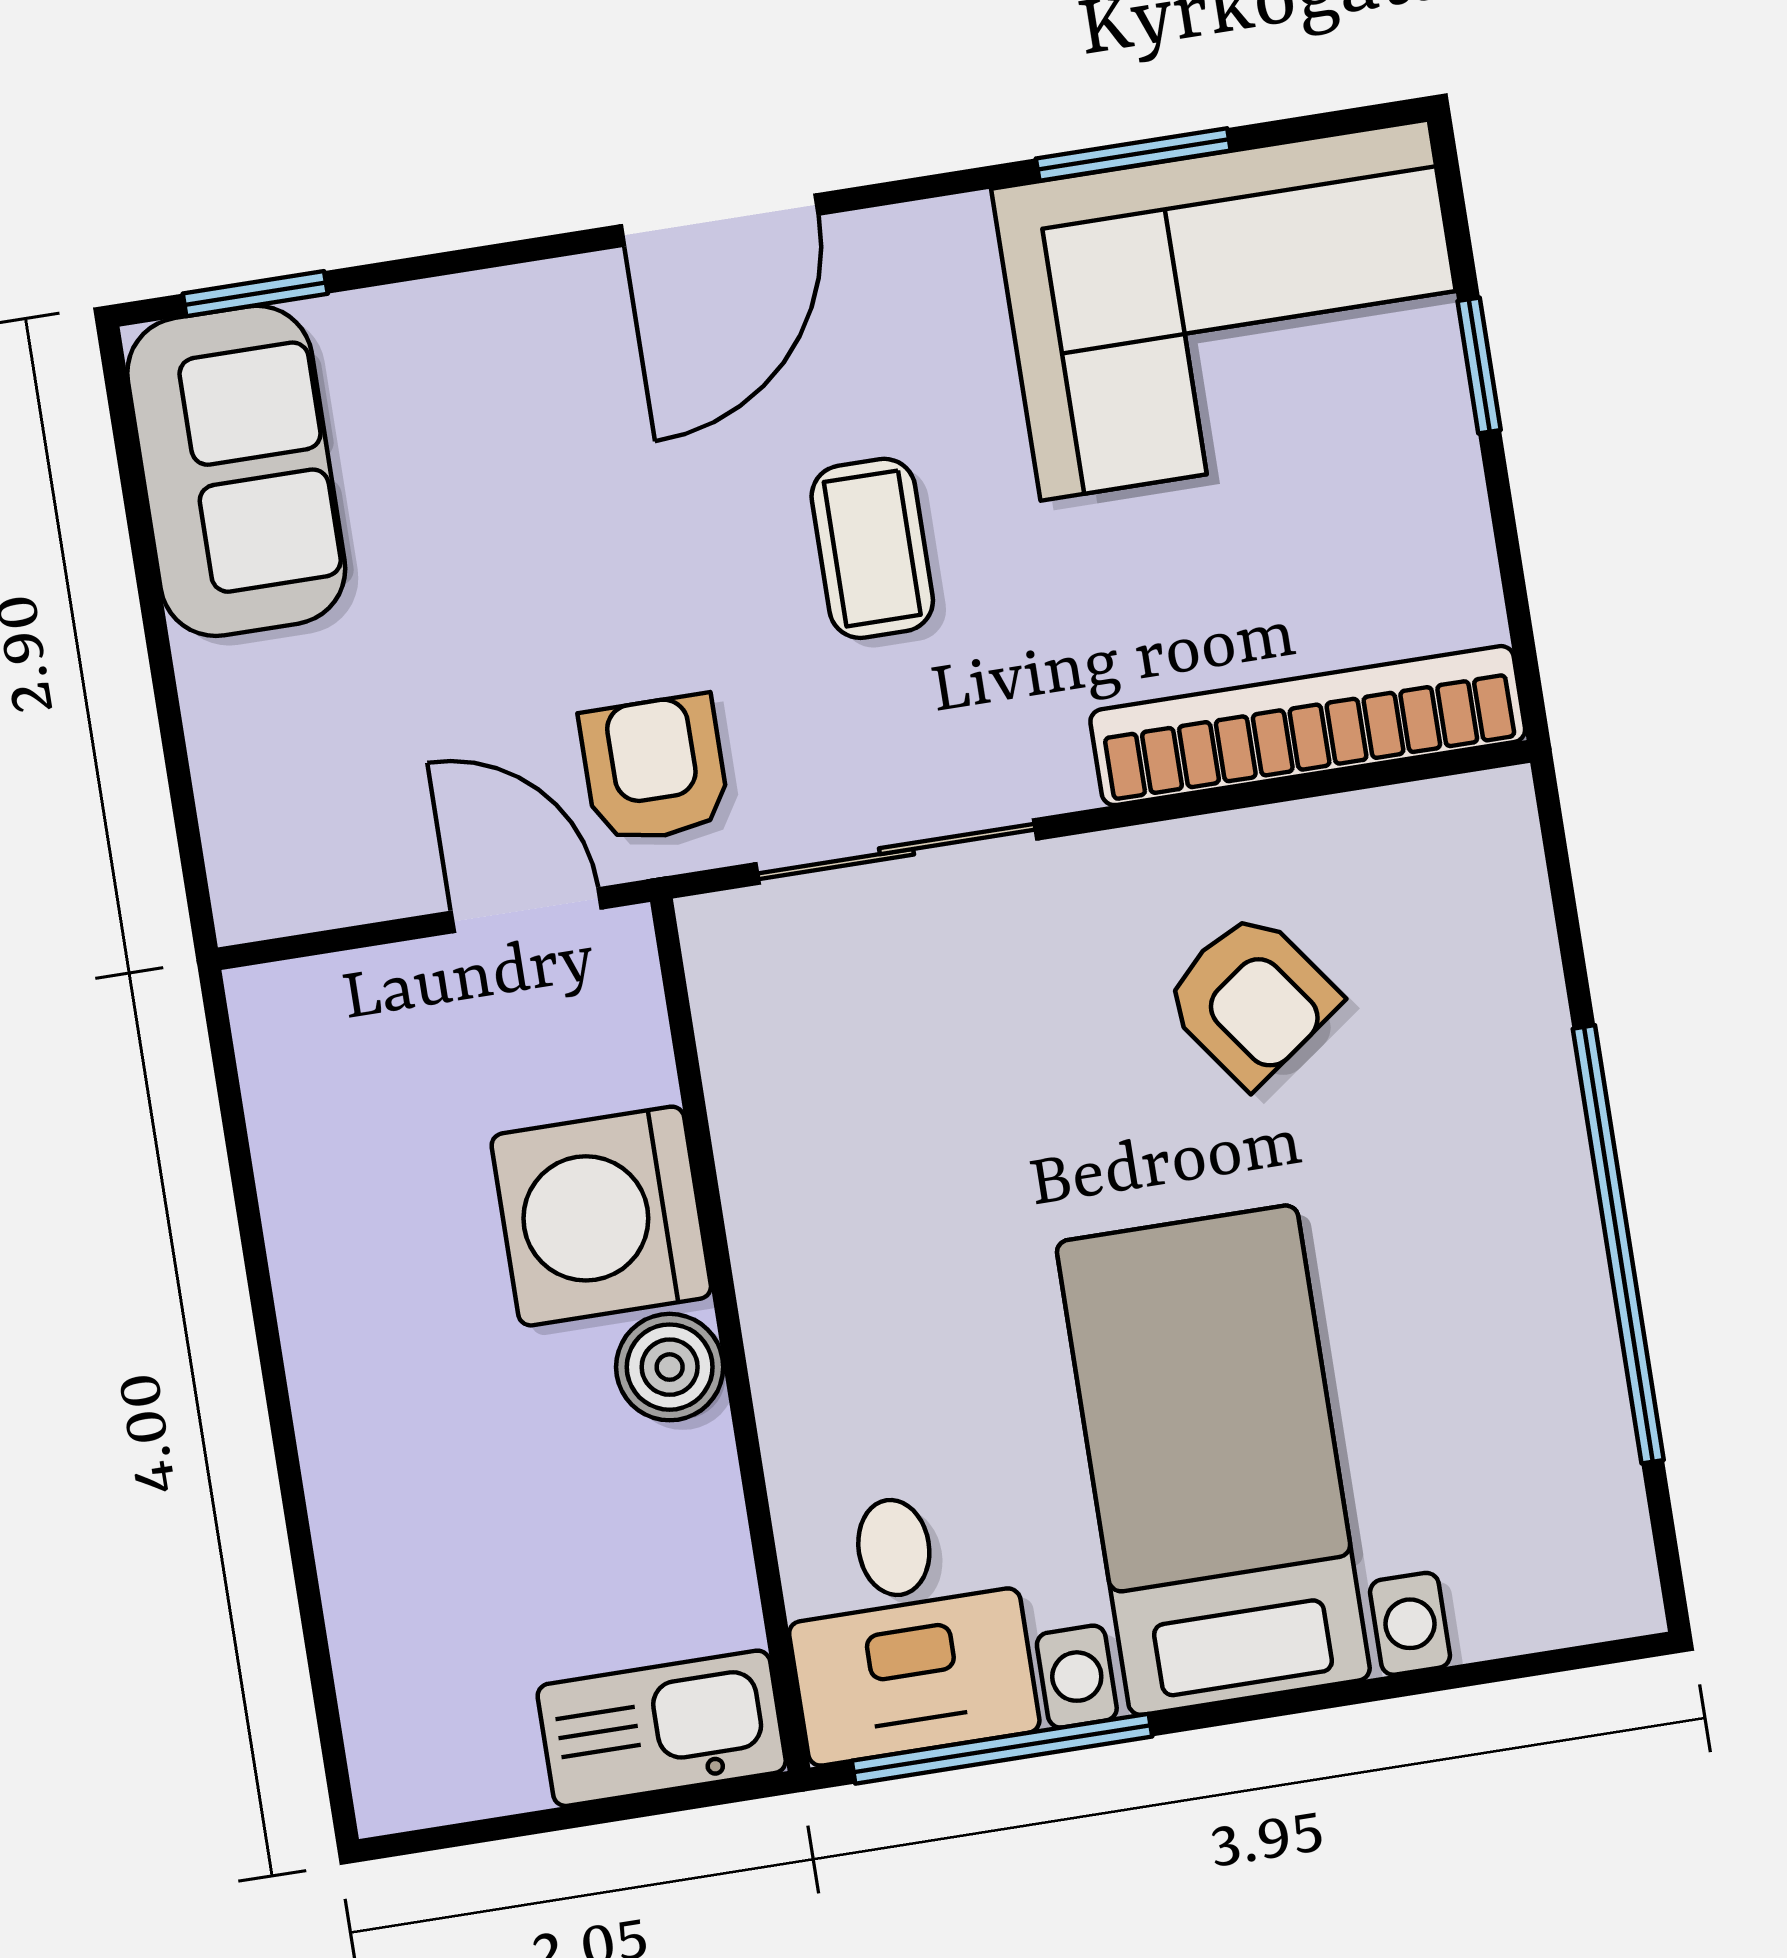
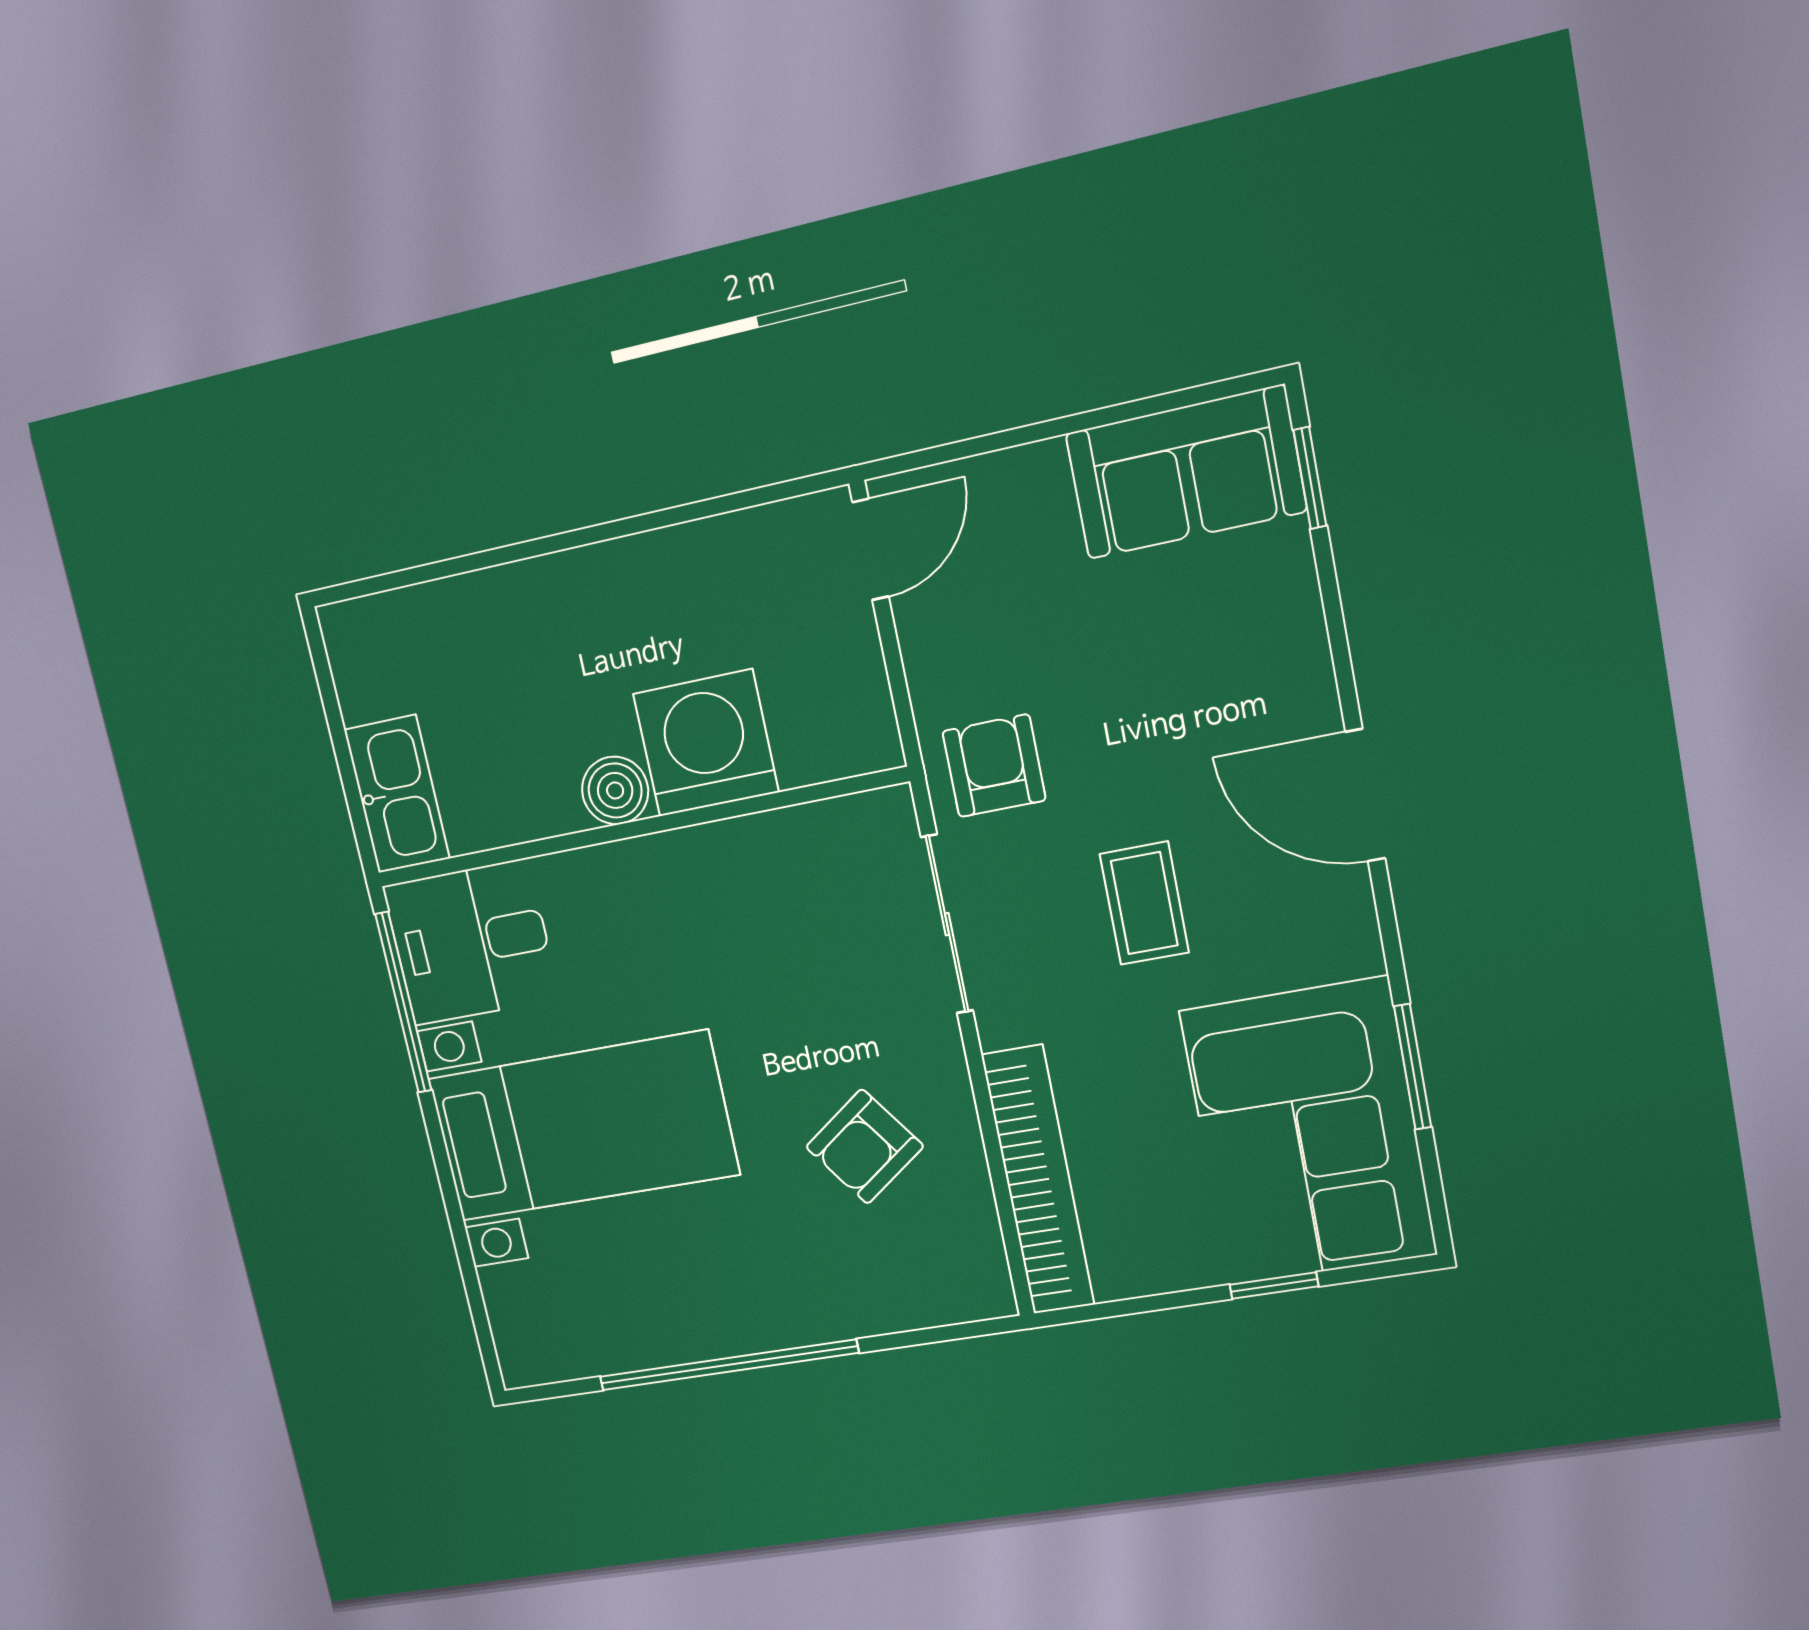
coffee table: (872, 548) -> (1144, 903), turned 90
armchair: (654, 769) -> (994, 766), turned -90
door: (526, 910) -> (870, 549), moved

